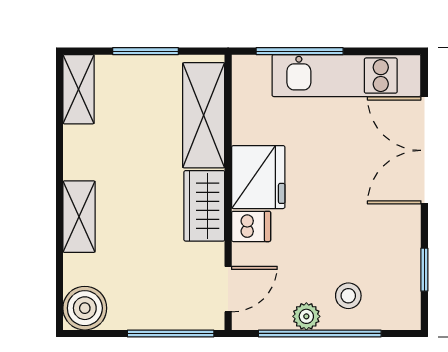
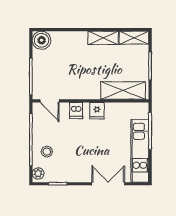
double door: (424, 150) -> (108, 184), width x0.73
fridge: (258, 177) -> (97, 111), width x0.53, depth x0.75
wardrobe: (204, 206) -> (85, 91), removed
shelving: (79, 217) -> (103, 38), moved
plant: (306, 316) -> (38, 173), moved

